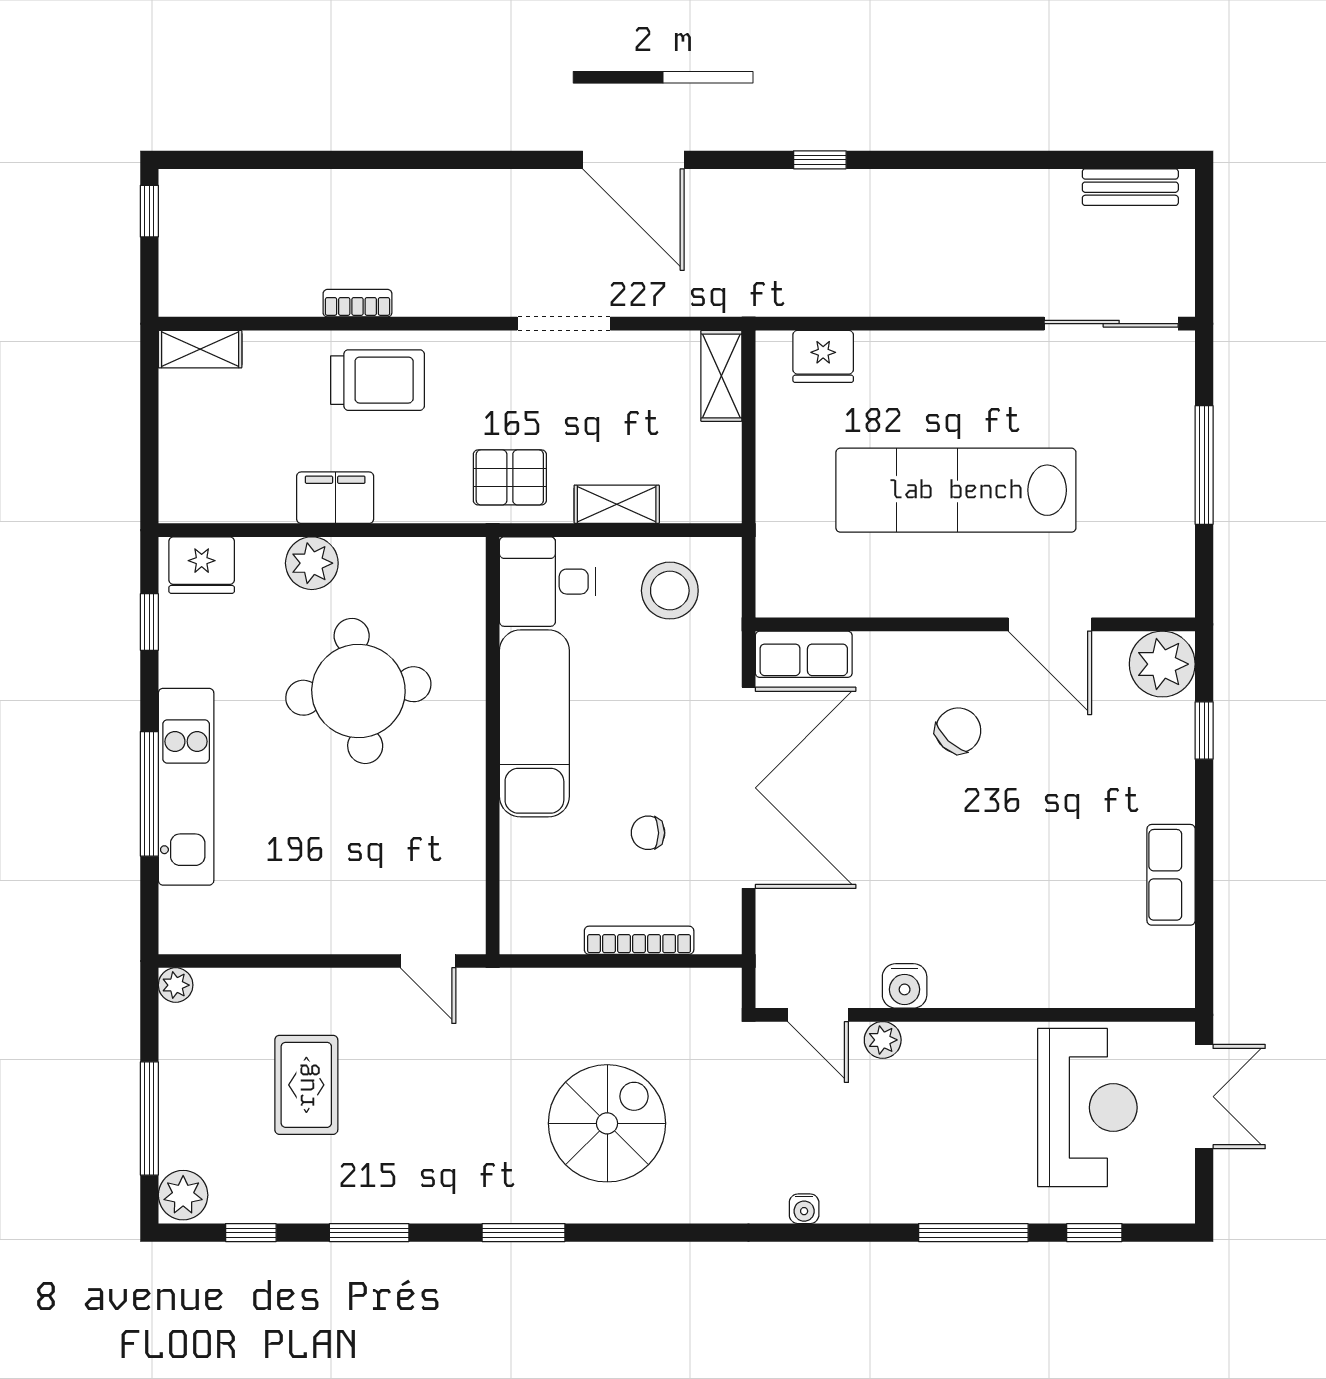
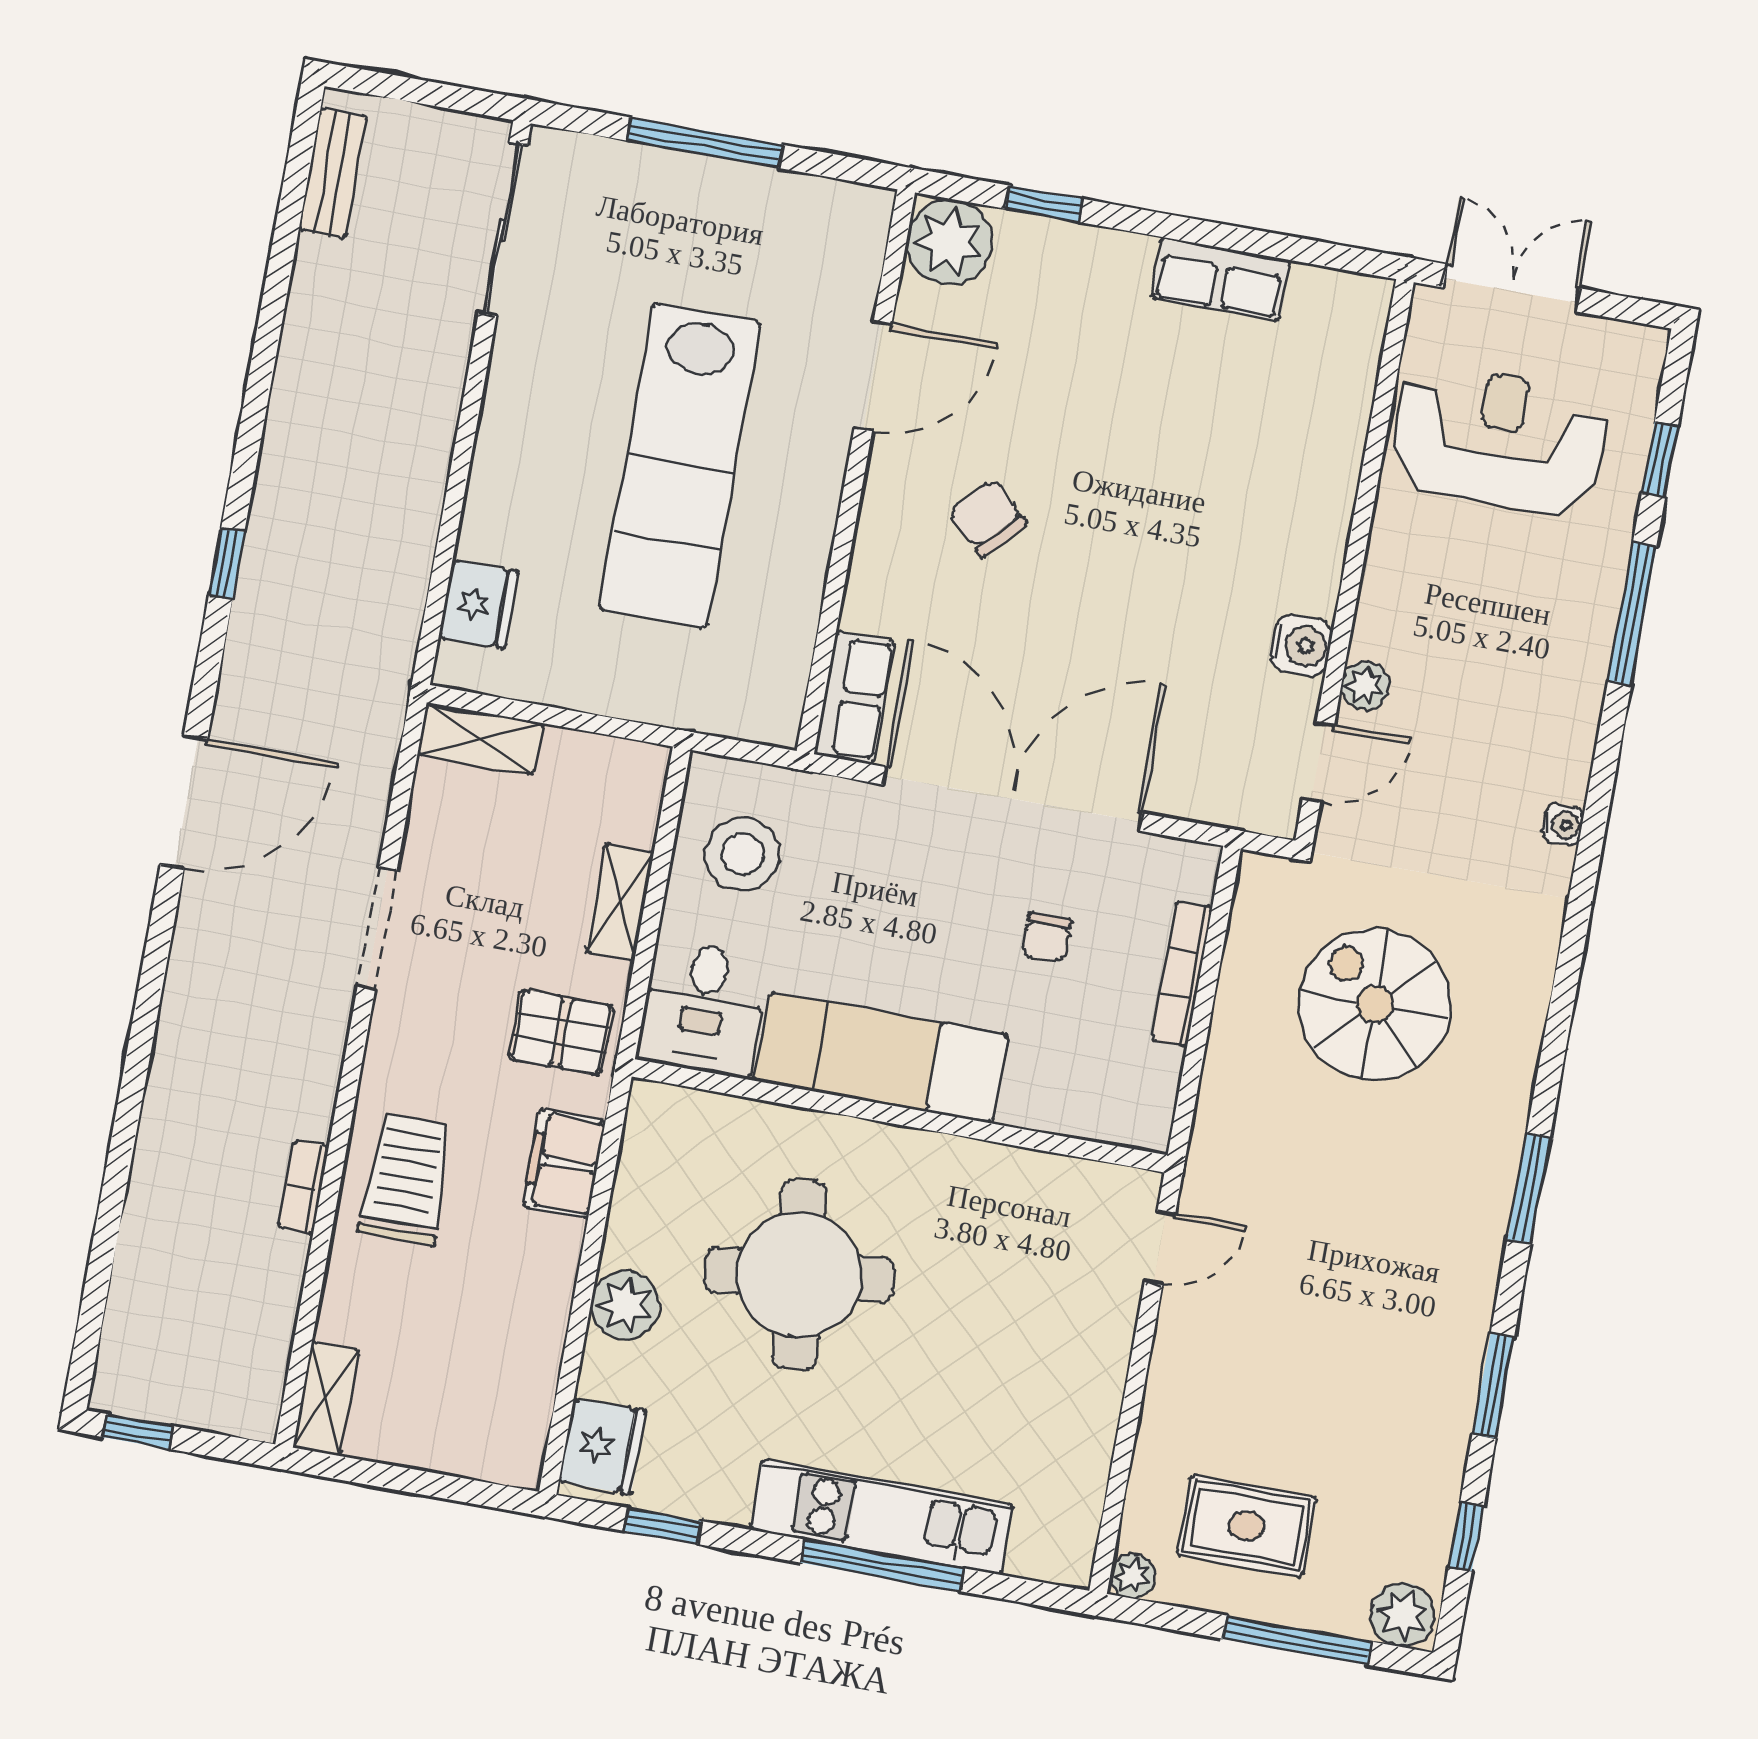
pallet: (510, 477) -> (561, 1032), turned 90
filing cabinet: (335, 498) -> (564, 1164), moved
rug: (306, 1085) -> (1247, 1526), moved
spiral stairs: (607, 1123) -> (1375, 1004), moved

